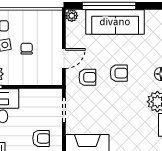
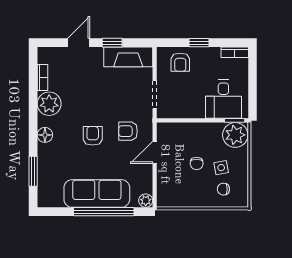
armchair: (119, 73) -> (93, 136), turned 90
armchair: (41, 138) -> (180, 62), turned -90

